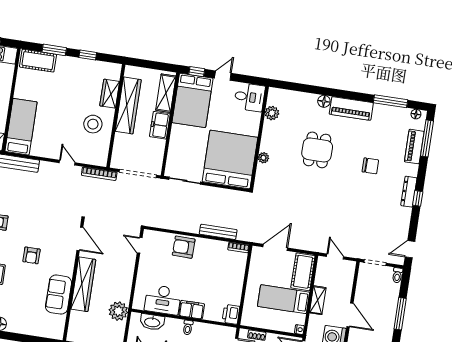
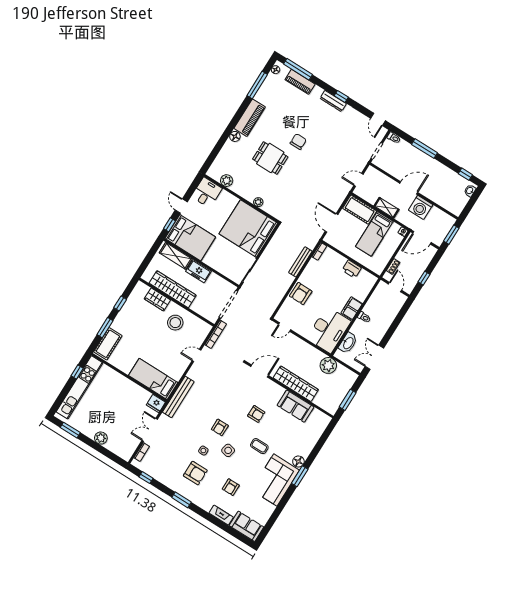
chair: (370, 166) -> (298, 142), moved
desk: (163, 300) -> (329, 330), width x1.36, depth x1.30
printer: (231, 314) -> (352, 269), moved

